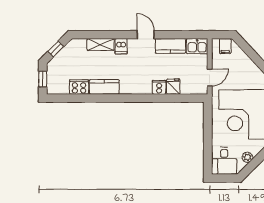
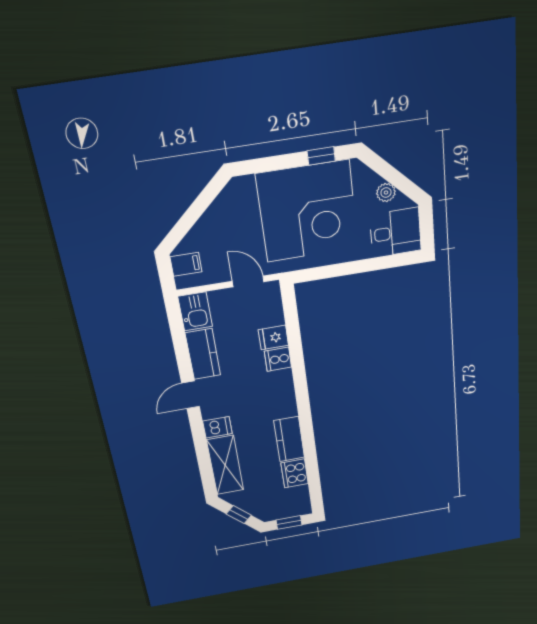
shelving: (101, 44) -> (225, 465), width x1.50, depth x1.33

